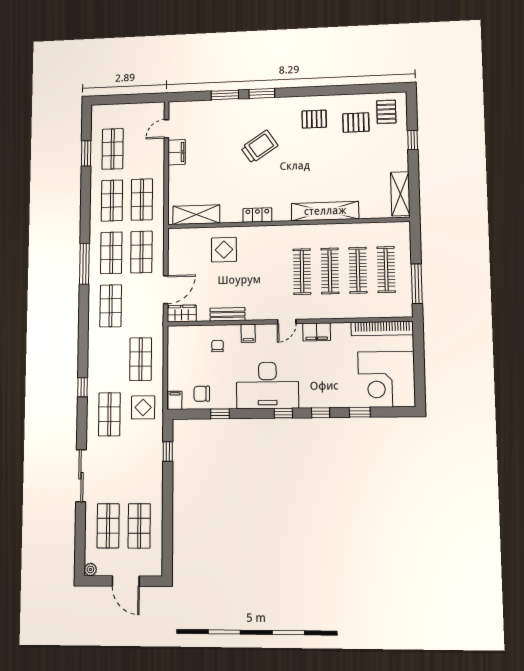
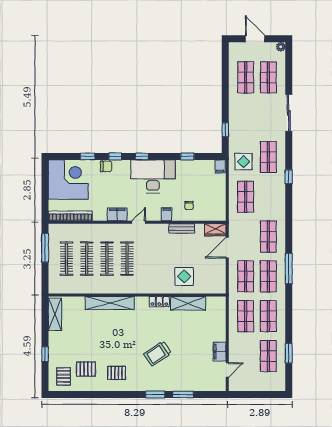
shelving: (196, 215) -> (188, 303), moved
chair: (202, 394) -> (106, 166), moved

